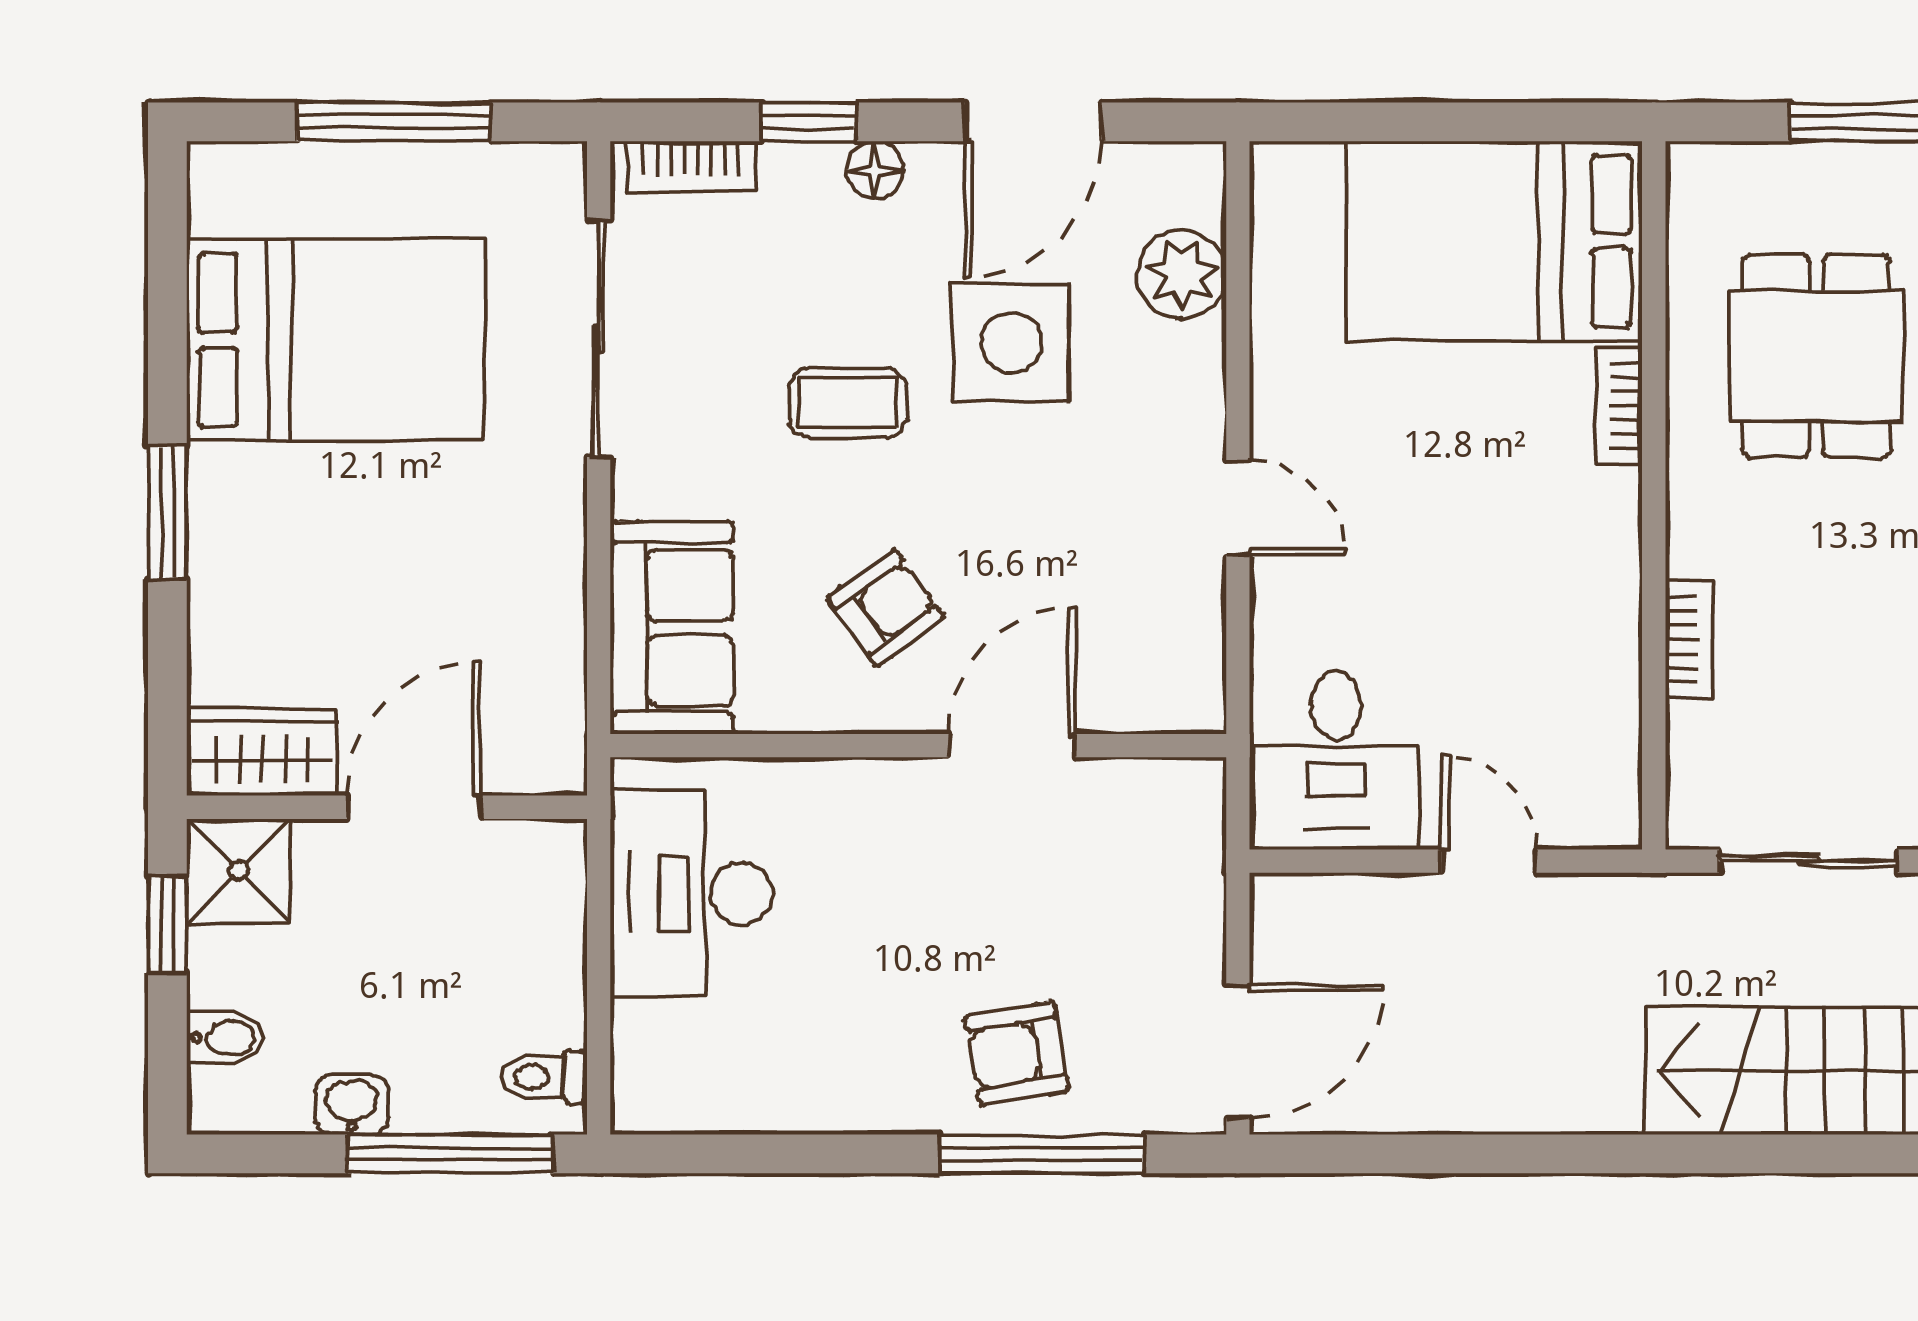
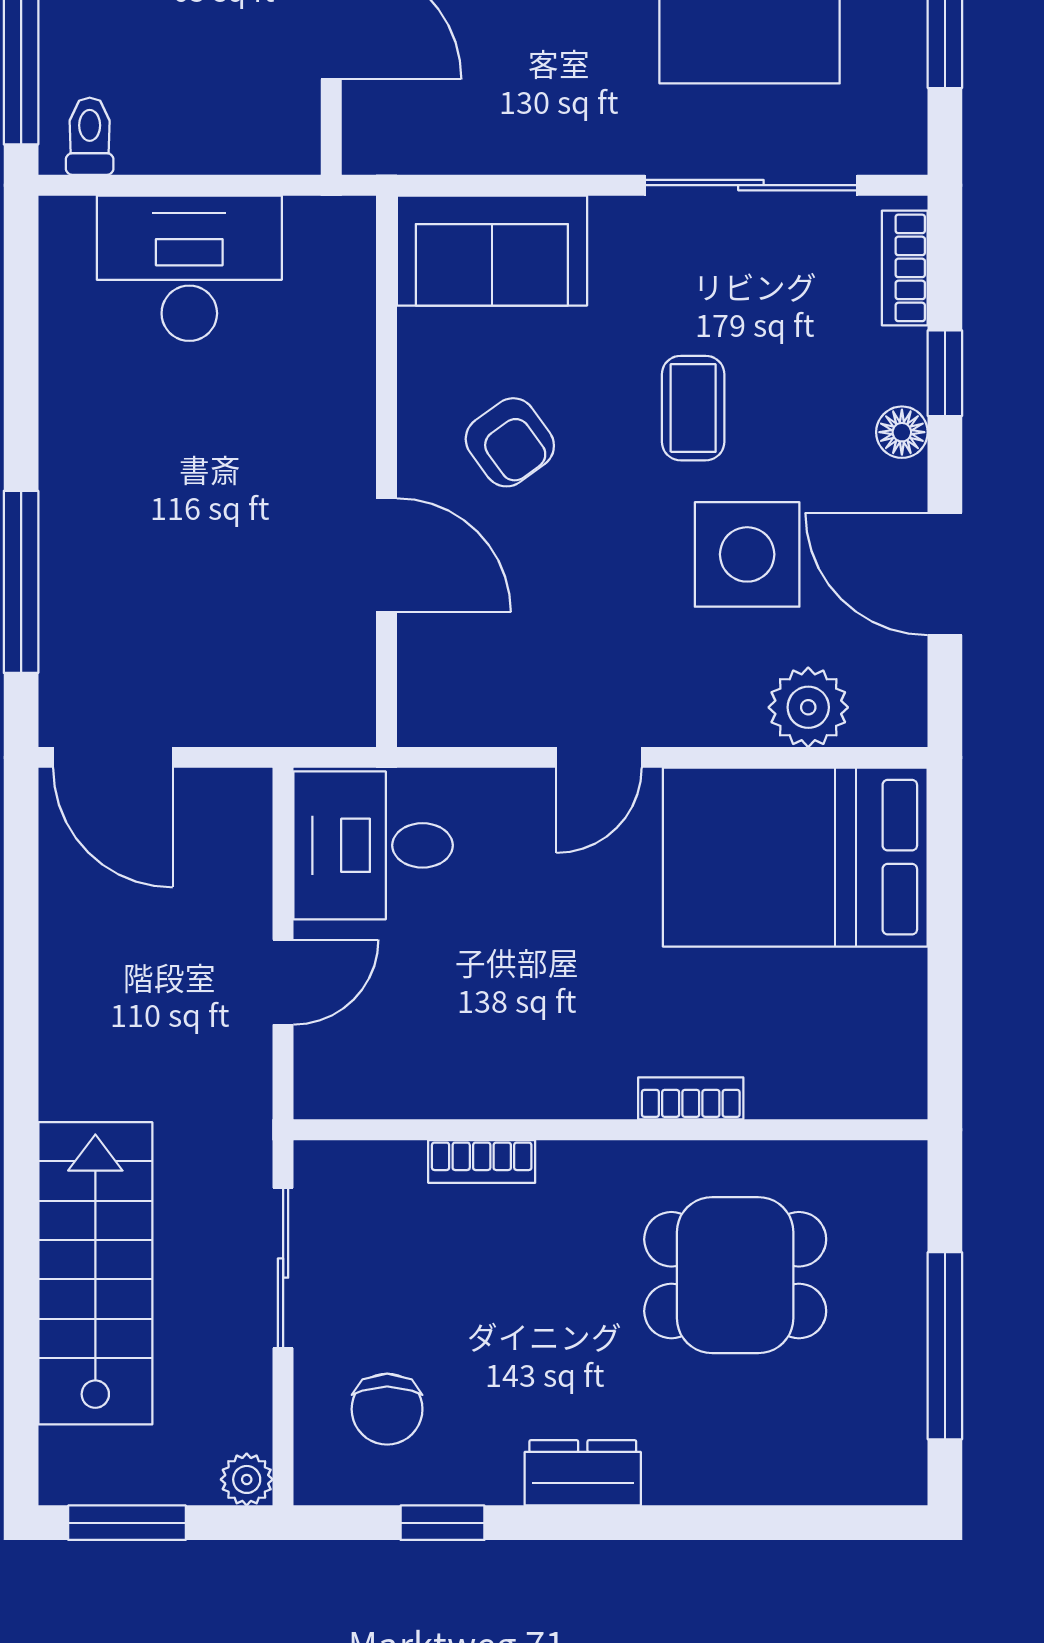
bed: (1494, 241) -> (795, 857), moved, turned -90
desk: (691, 893) -> (189, 268), moved
armchair: (1017, 1053) -> (111, 560), removed

